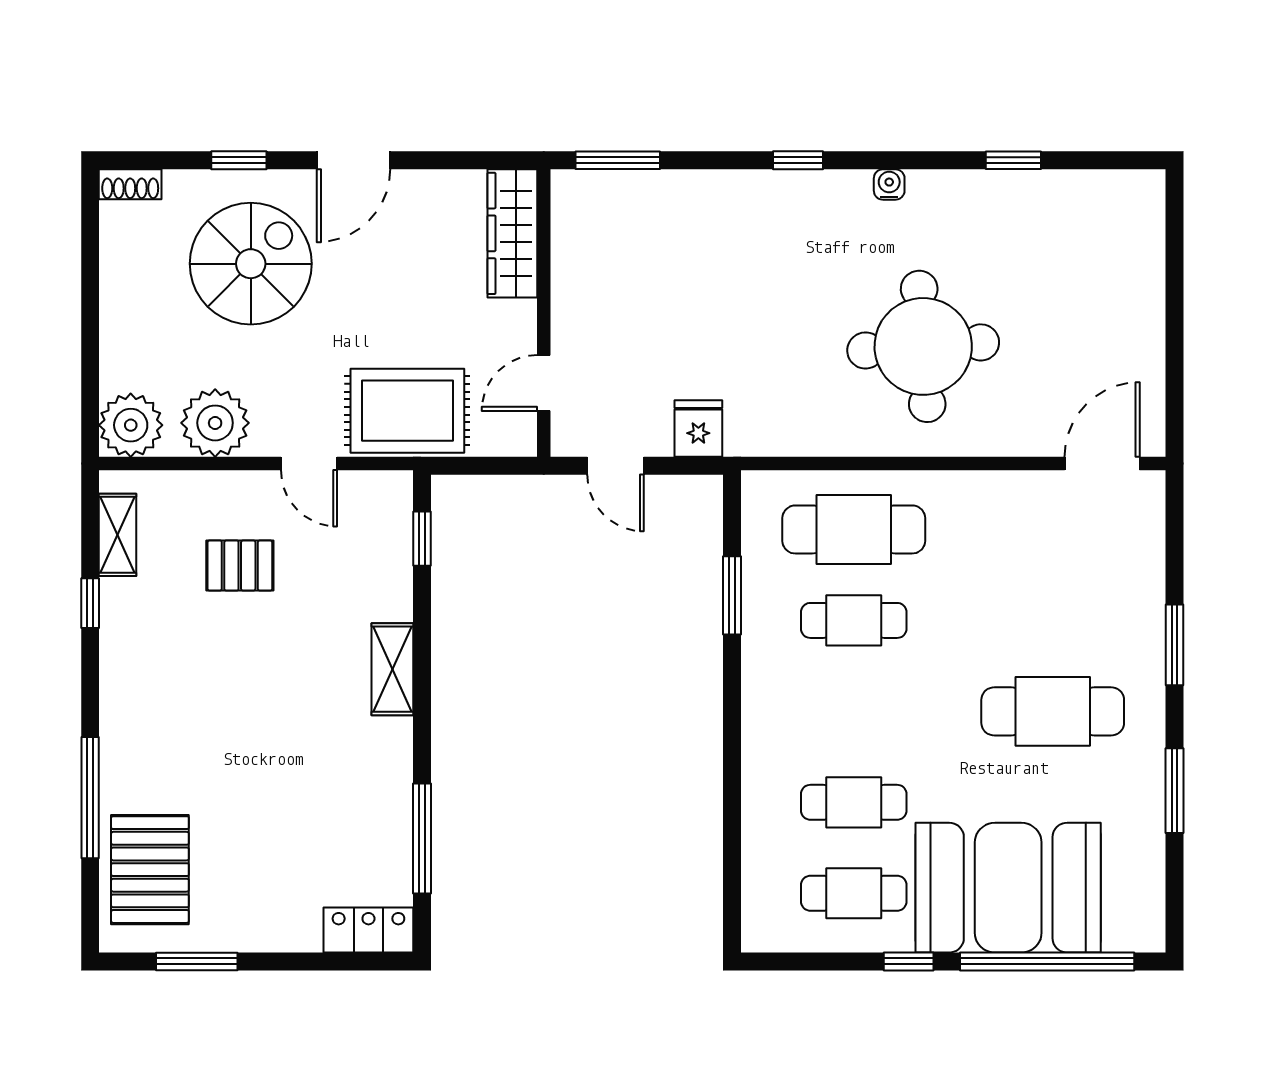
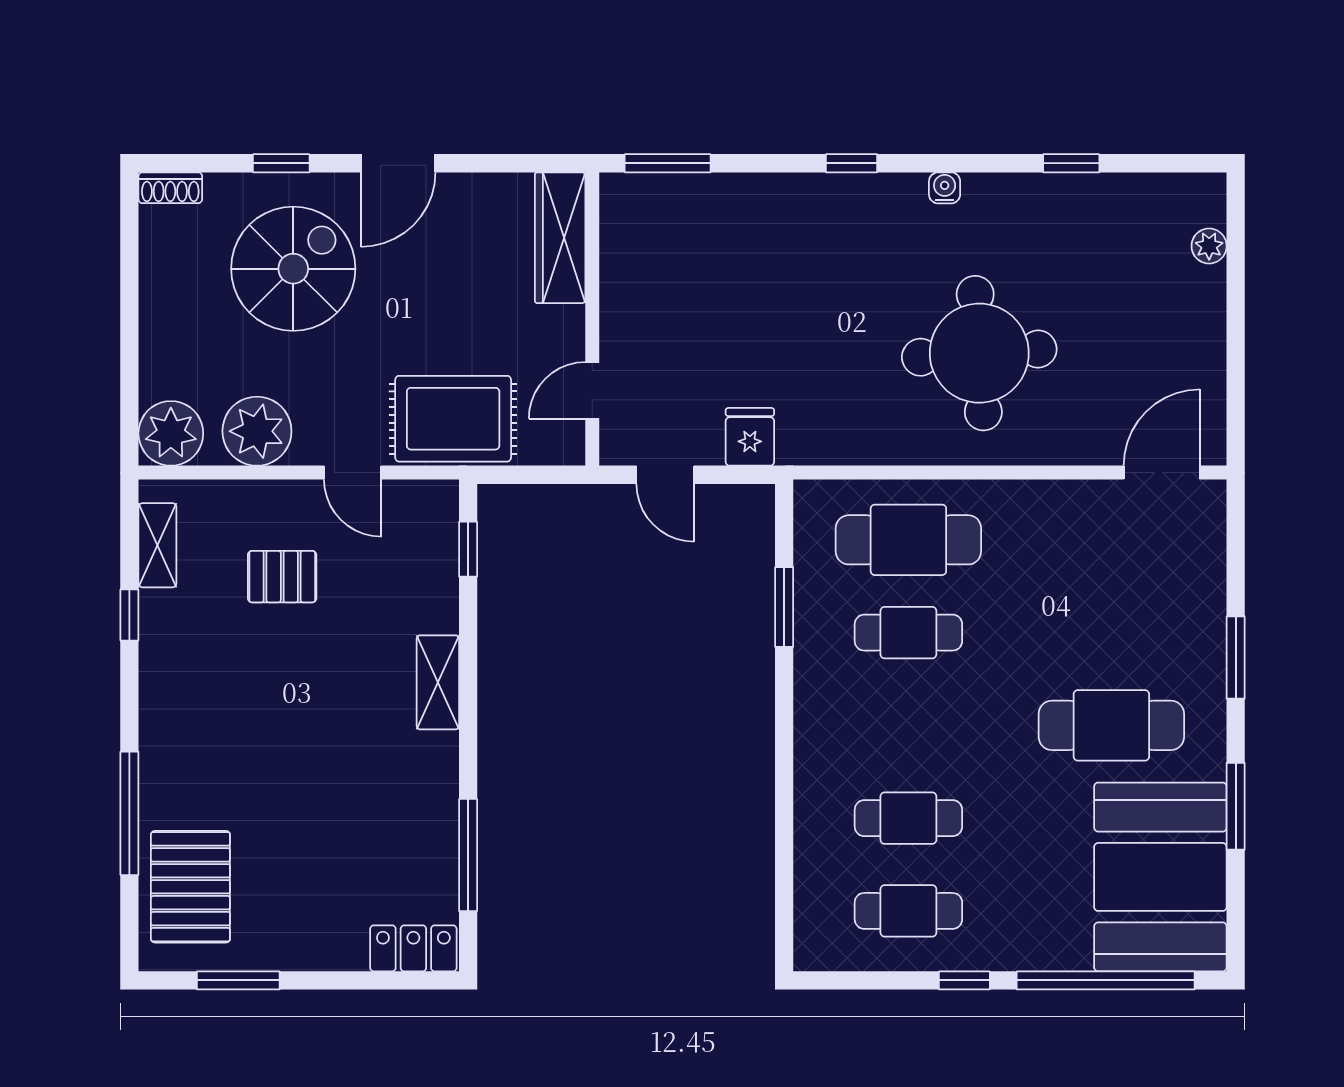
plant: (1148, 241) -> (1209, 246), added
booth: (1008, 888) -> (1160, 877), moved, turned 90

